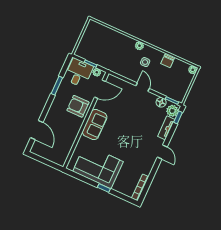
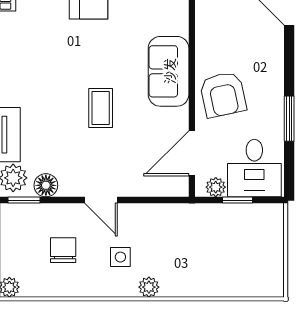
chair: (167, 61) -> (63, 250), moved
armchair: (78, 106) -> (223, 95), turned 78
coffee table: (127, 122) -> (101, 108), added

